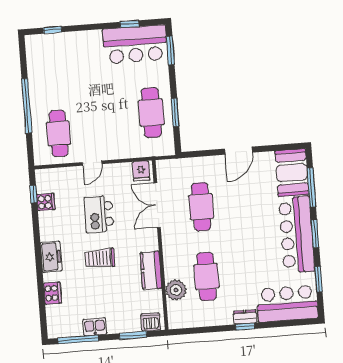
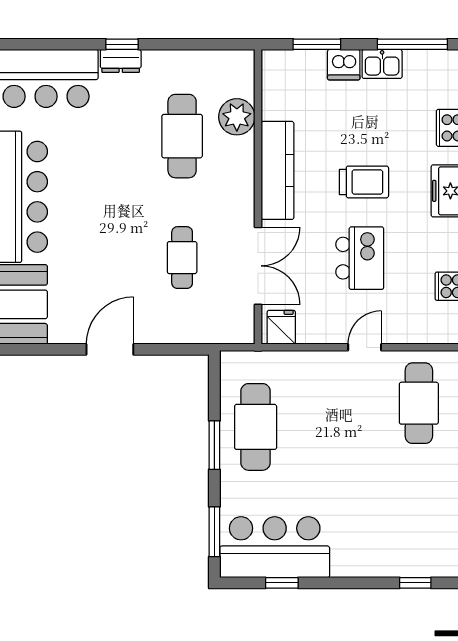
window: (175, 112) -> (214, 445), moved
cafe table: (201, 207) -> (182, 258), width x0.73, depth x0.74
kitchen counter: (151, 270) -> (277, 170), width x1.50
dishwasher: (151, 322) -> (344, 65), moved

